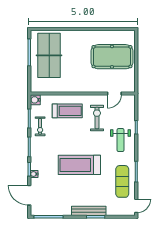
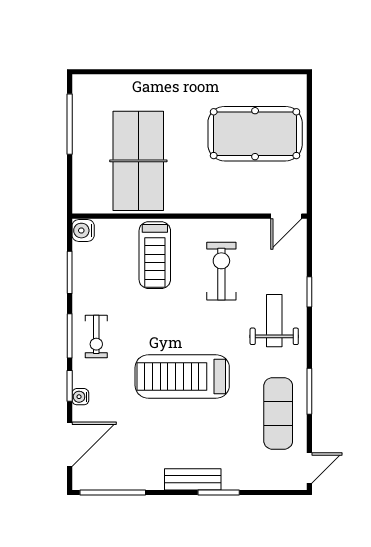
table tennis table: (49, 55) -> (138, 161), moved
door: (114, 93) -> (286, 216), moved
treadmill: (67, 111) -> (155, 255), turned 90
exercise bike: (40, 126) -> (96, 336), moved
weight bench: (121, 140) -> (274, 321), turned 180
door: (29, 195) -> (70, 444), swing flipped
bench: (89, 211) -> (193, 479), width x0.73

